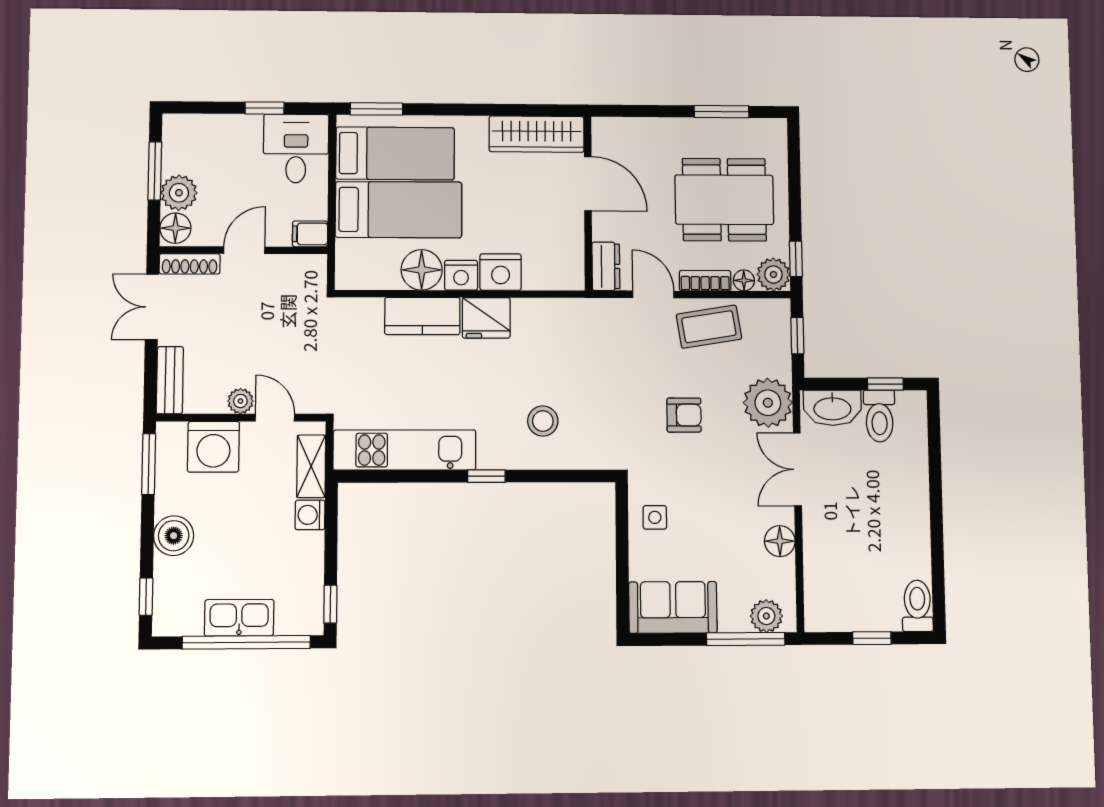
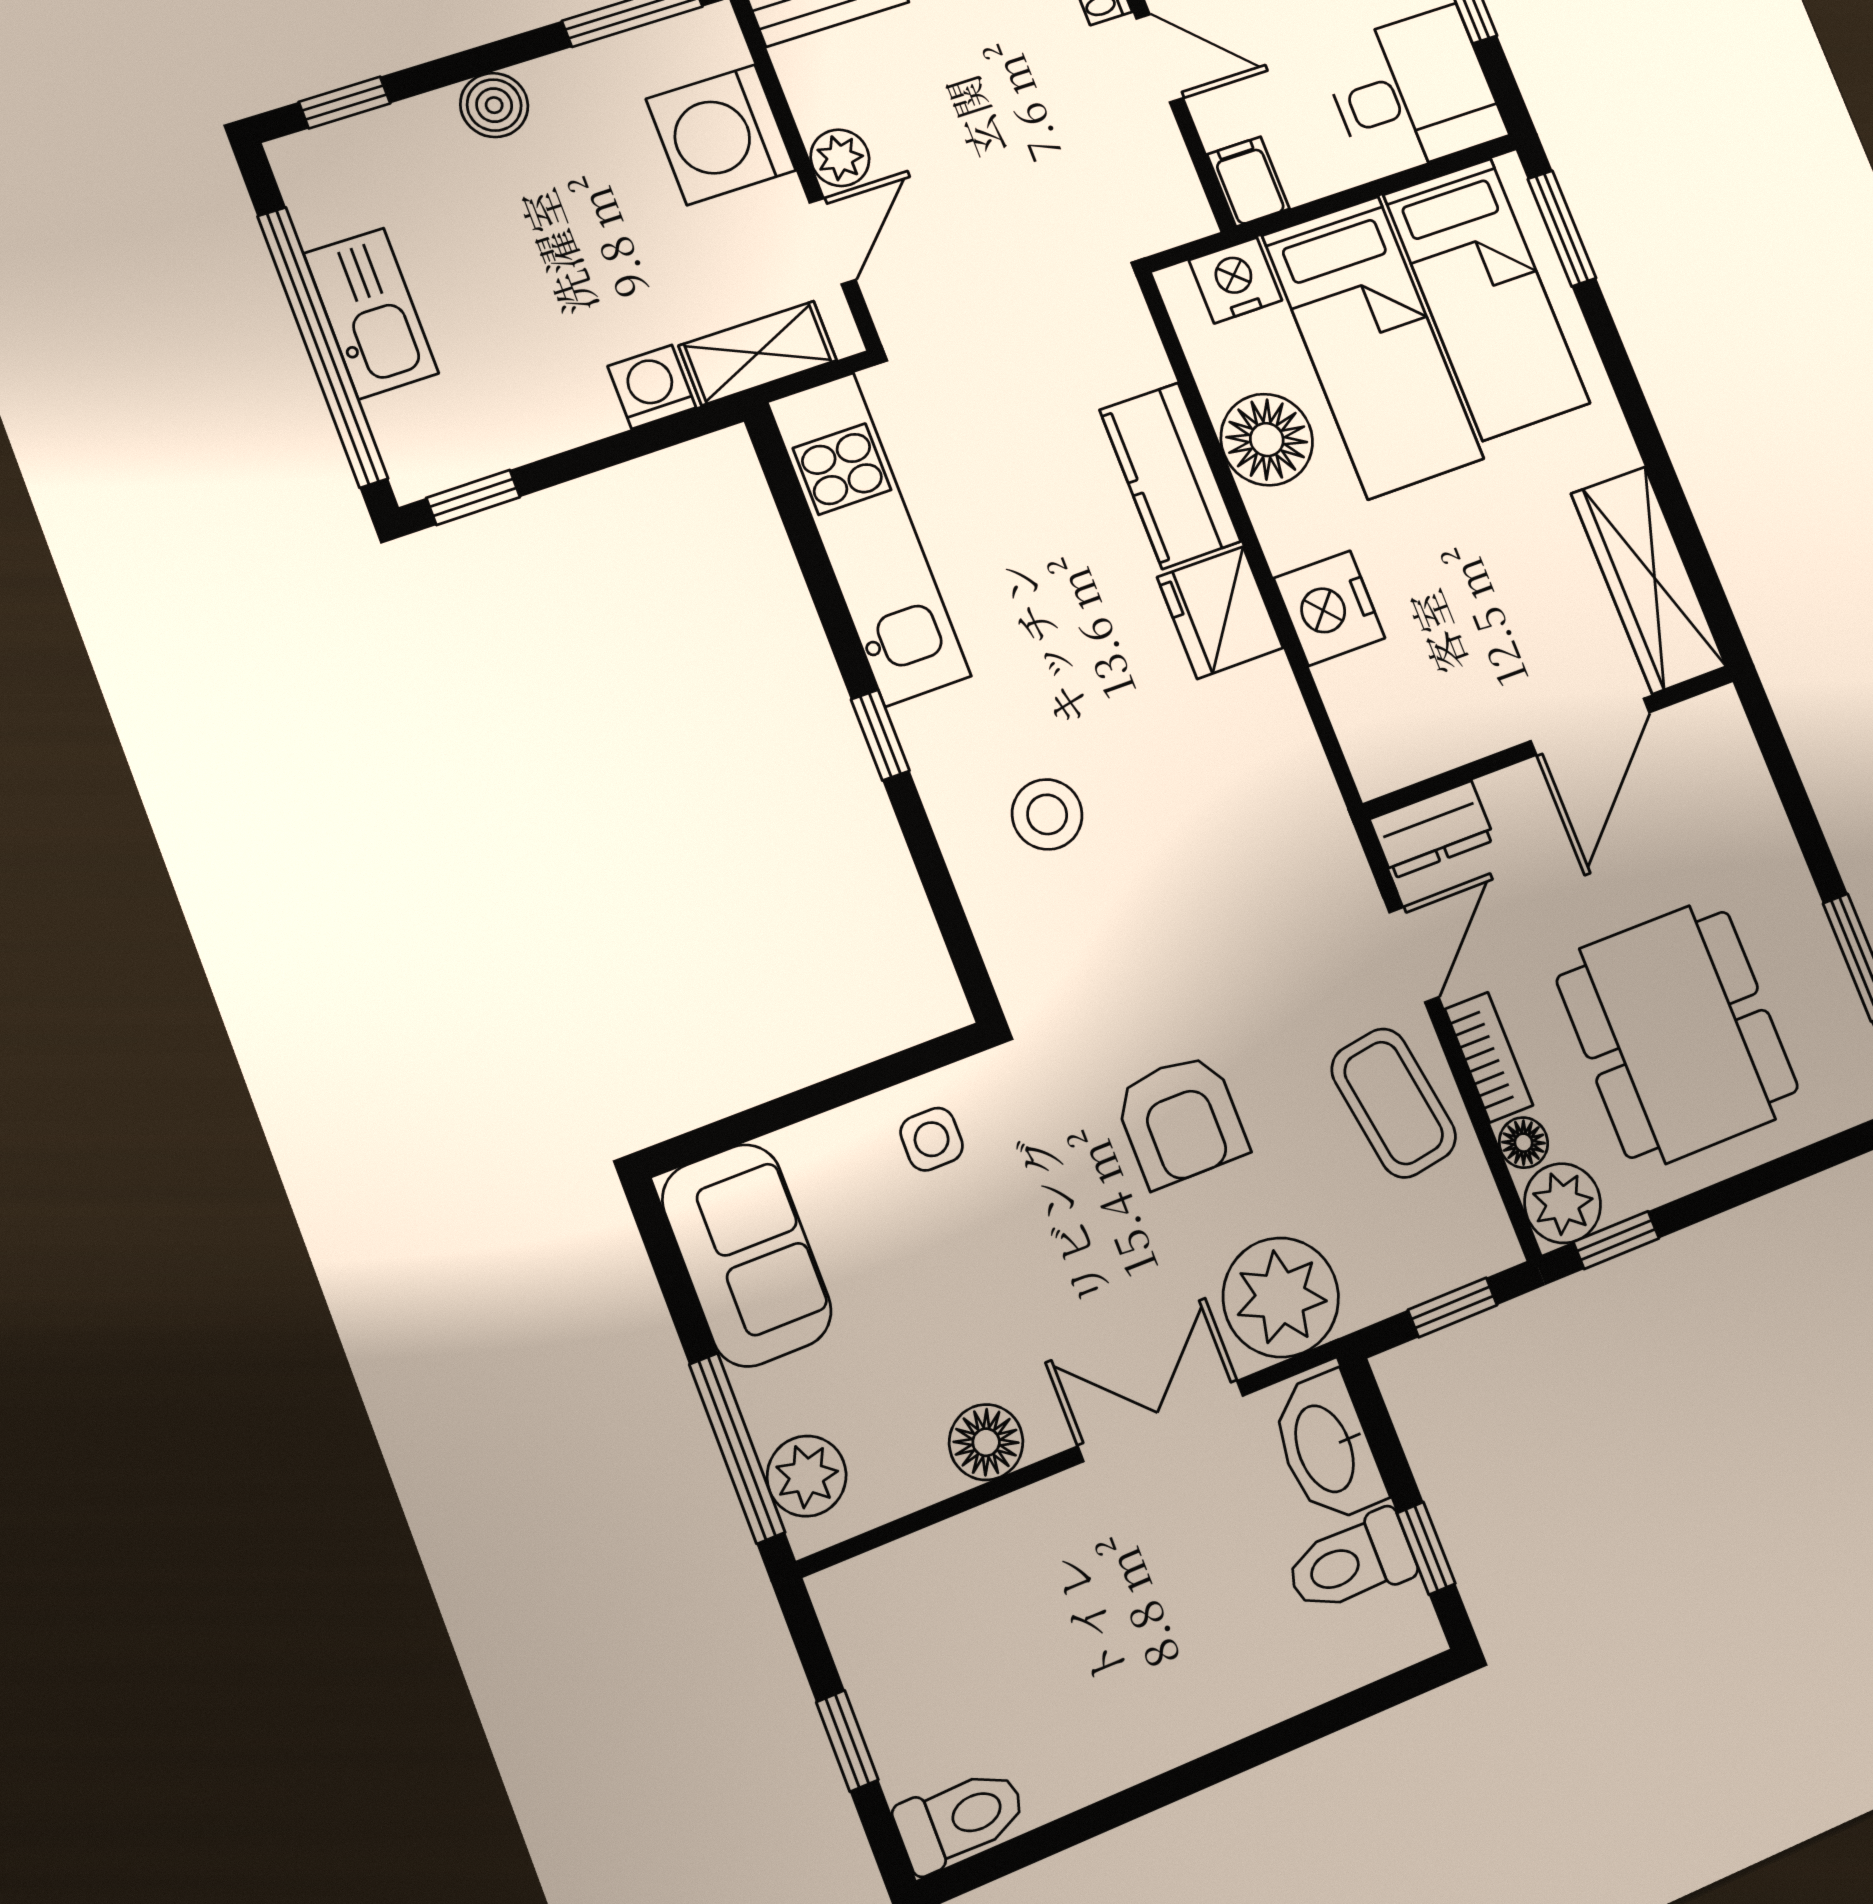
nightstand: (461, 275) -> (1235, 280), moved, turned 90
armchair: (684, 415) -> (1181, 1120), width x1.38, depth x1.38
boiler: (174, 536) -> (494, 105), width x0.73, depth x0.73

